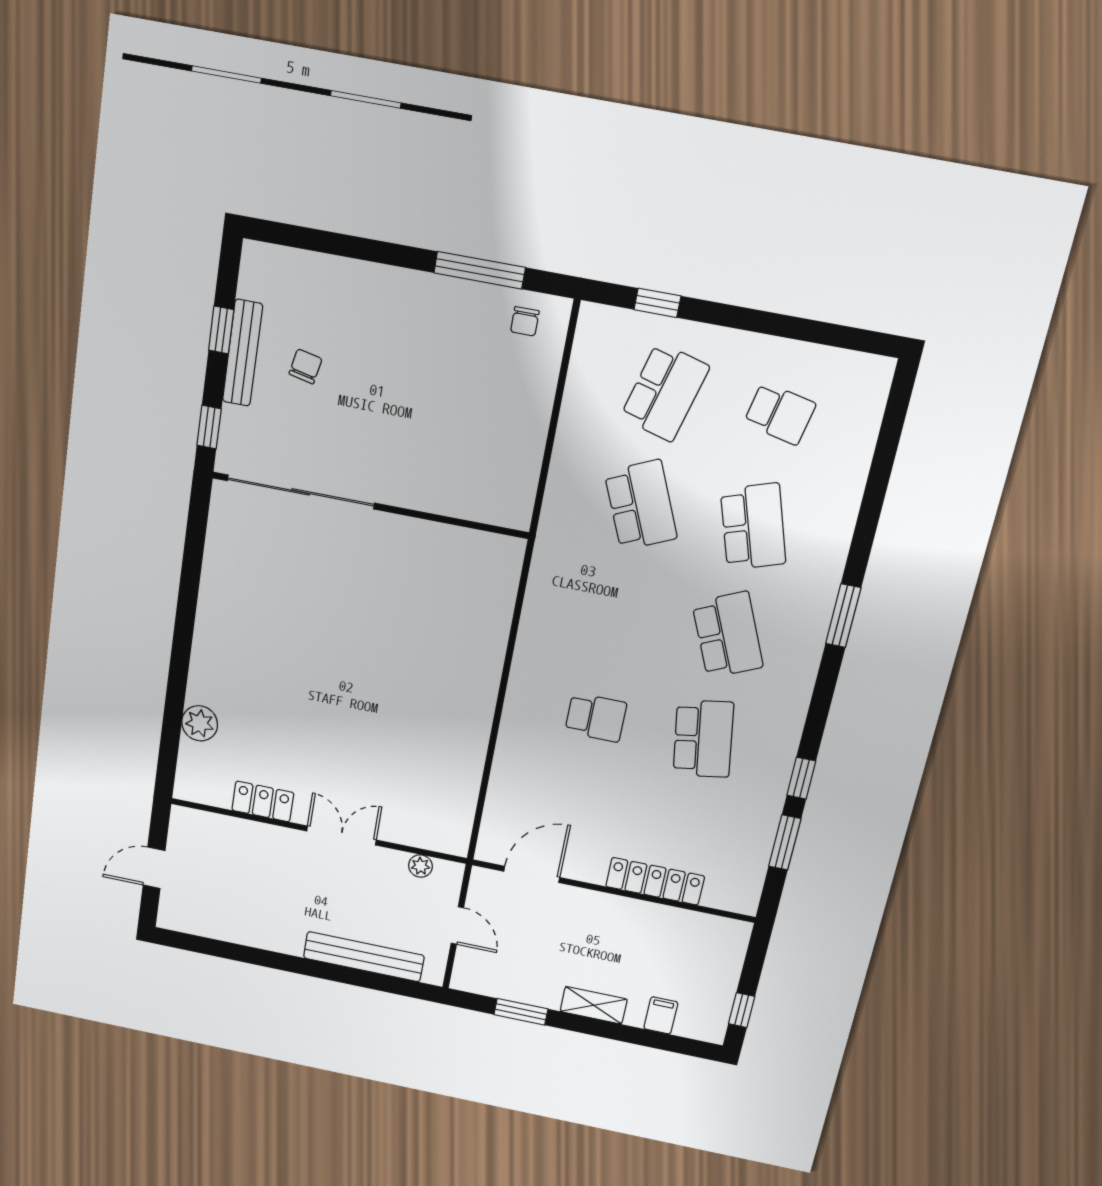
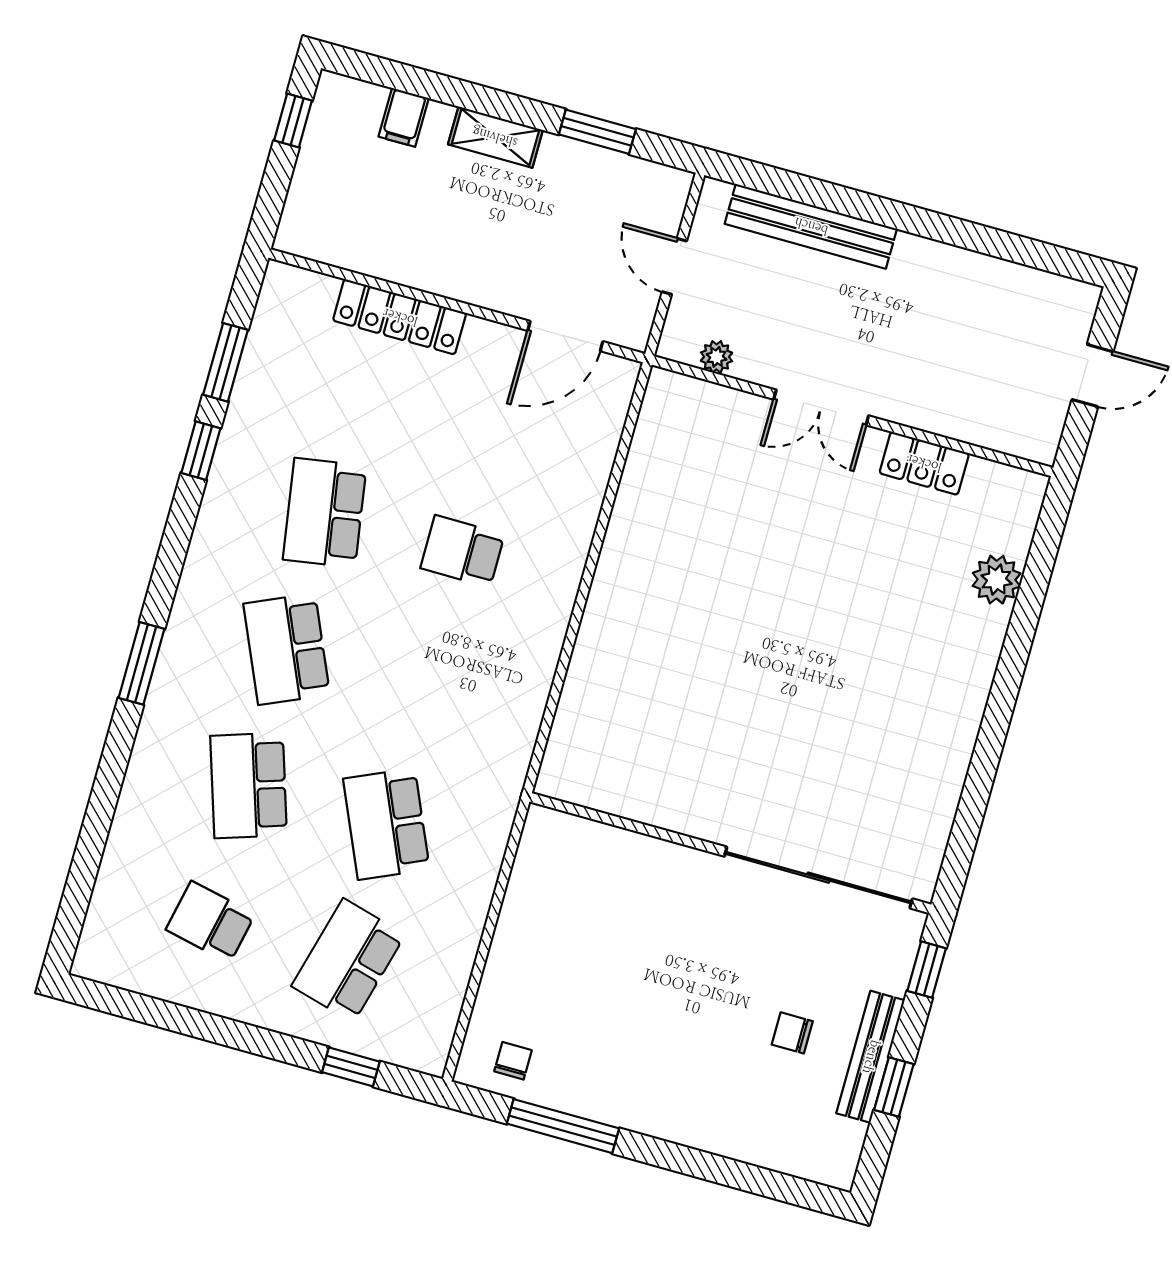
chair: (306, 366) -> (792, 1033), turned 78

